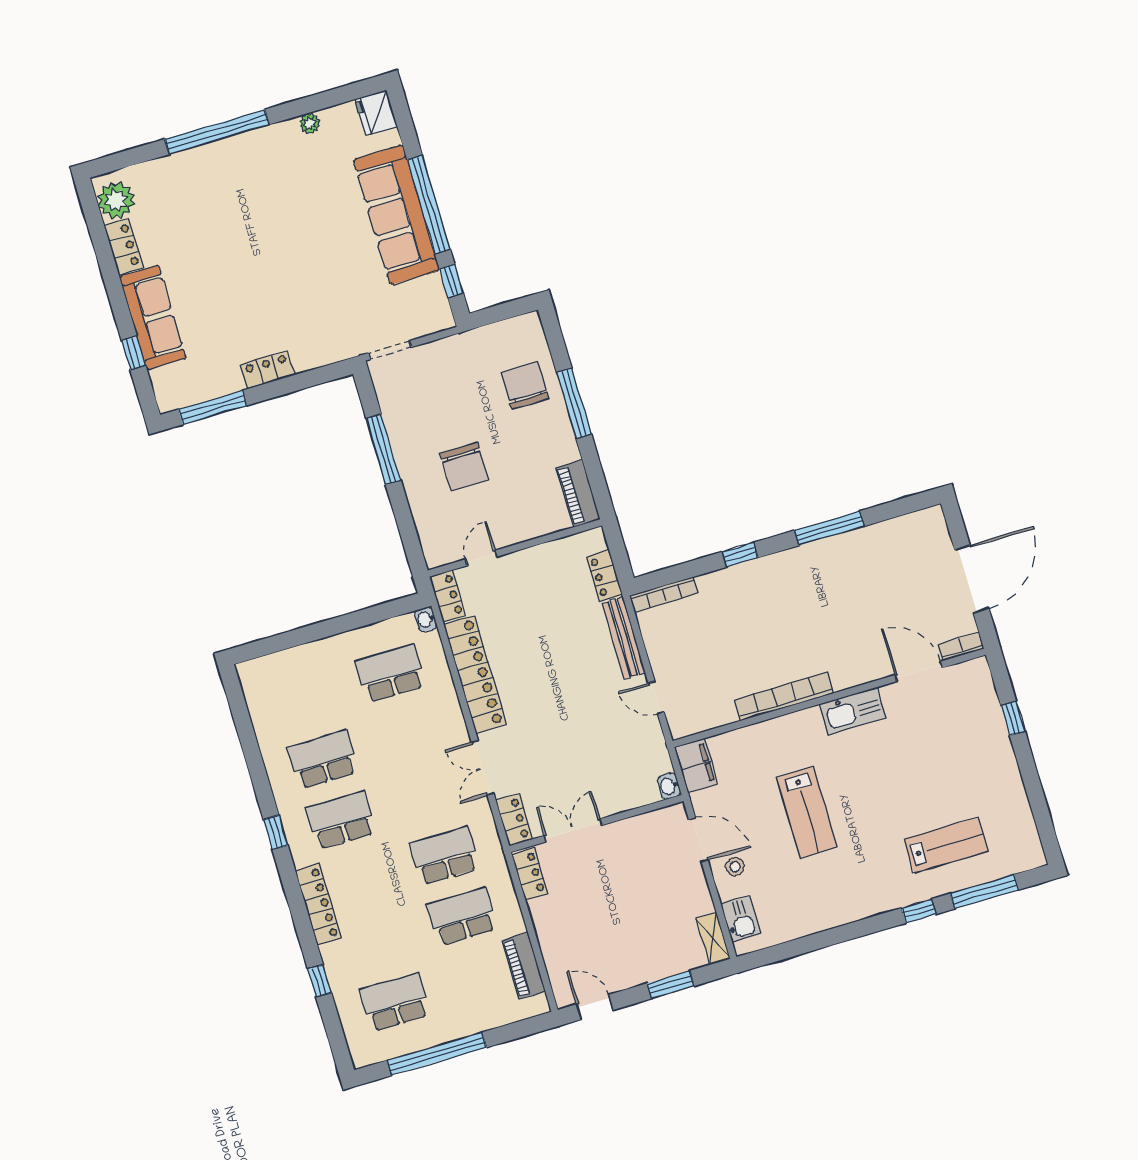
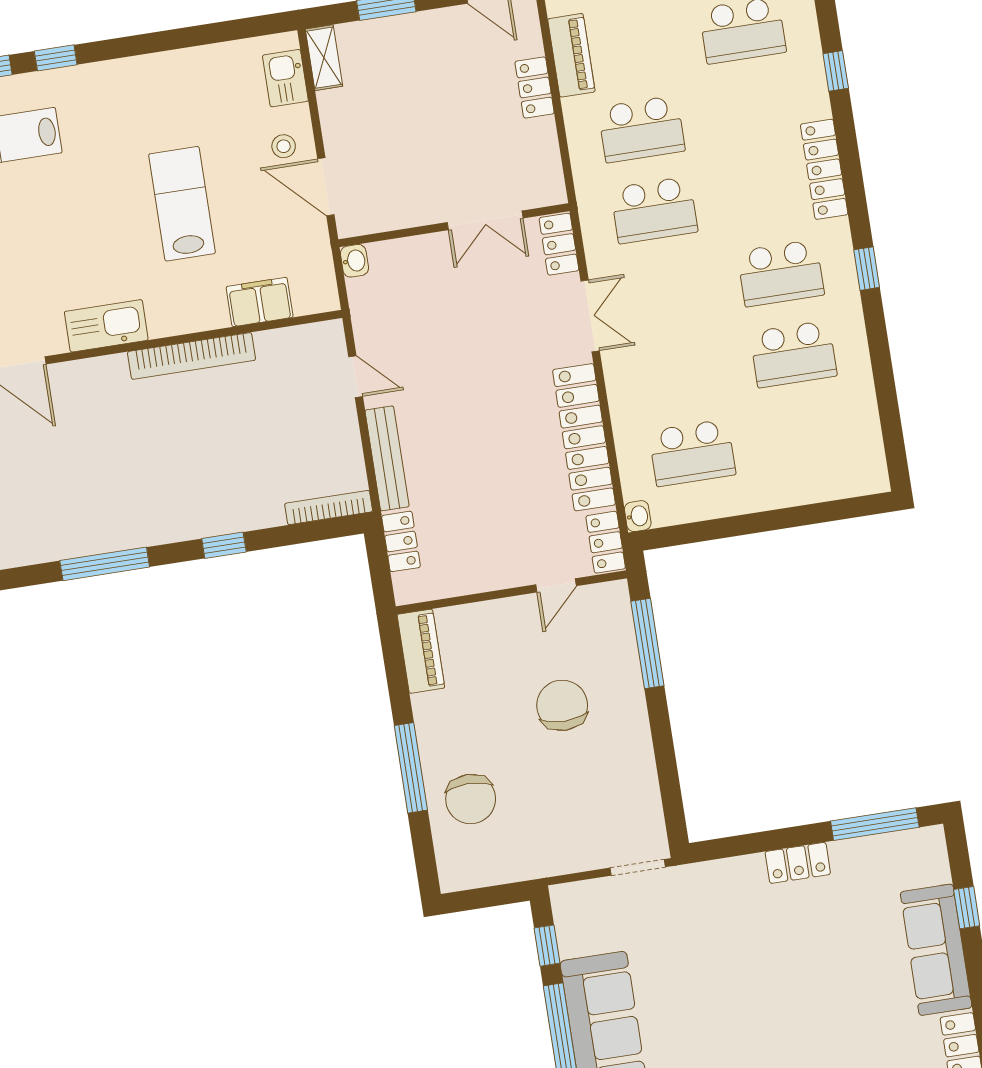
window: (383, 449) -> (647, 644), moved
filing cabinet: (696, 765) -> (260, 302), moved, turned 90
locker: (530, 874) -> (535, 87), moved

